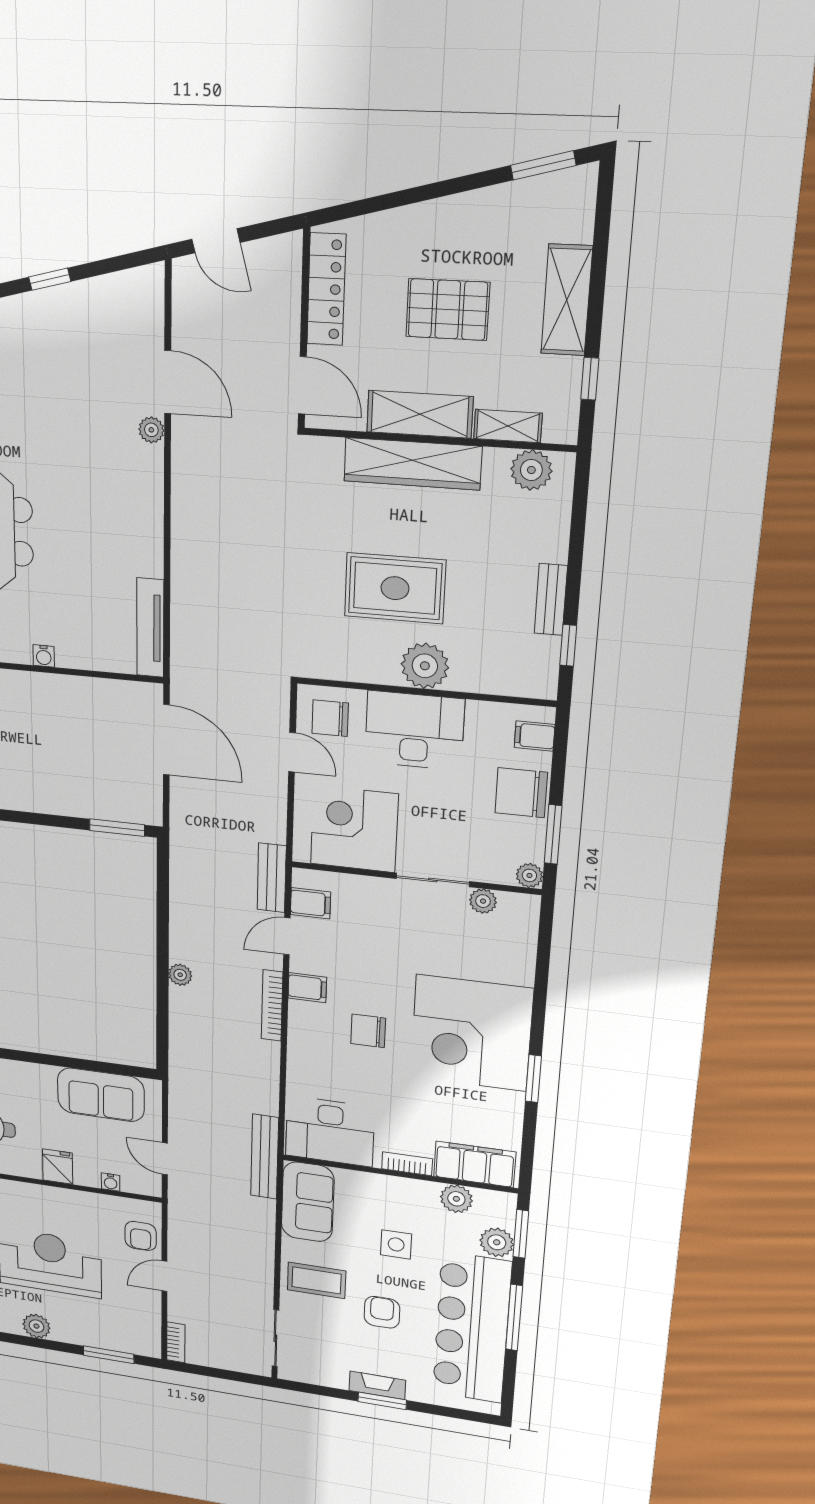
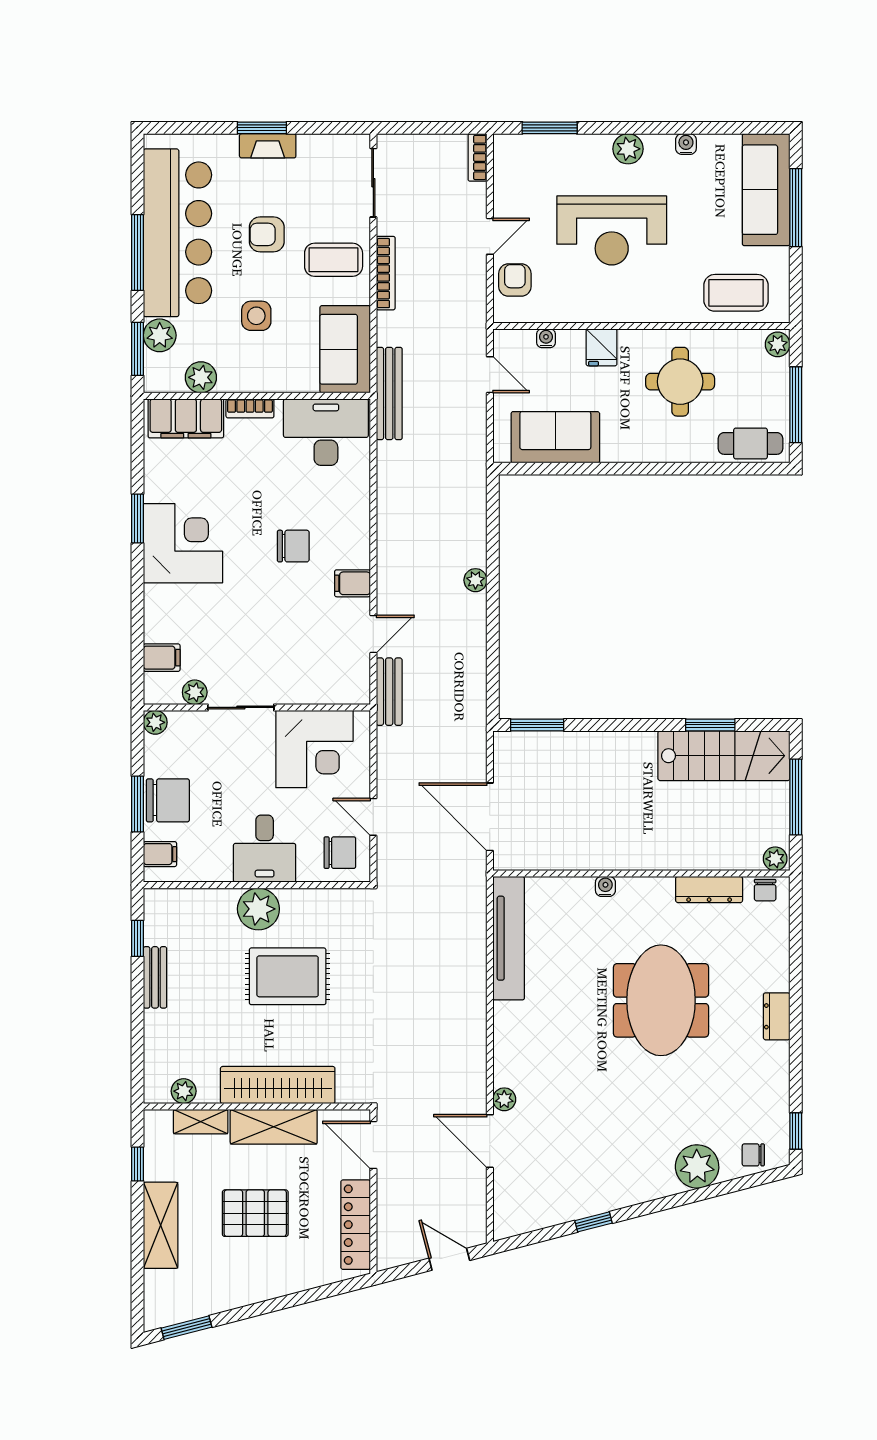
plant: (531, 470) -> (184, 1091), width x0.73, depth x0.73
tv unit: (150, 628) -> (509, 938), width x1.36, depth x1.29
desk: (414, 730) -> (265, 849), width x0.73
window: (553, 834) -> (137, 804), moved
filing cabinet: (310, 903) -> (162, 658), moved, turned 180
bookcase: (272, 1005) -> (386, 273), moved
corner desk: (471, 1033) -> (183, 543), width x0.74, depth x0.74
armchair: (382, 1312) -> (267, 234), turned 90

